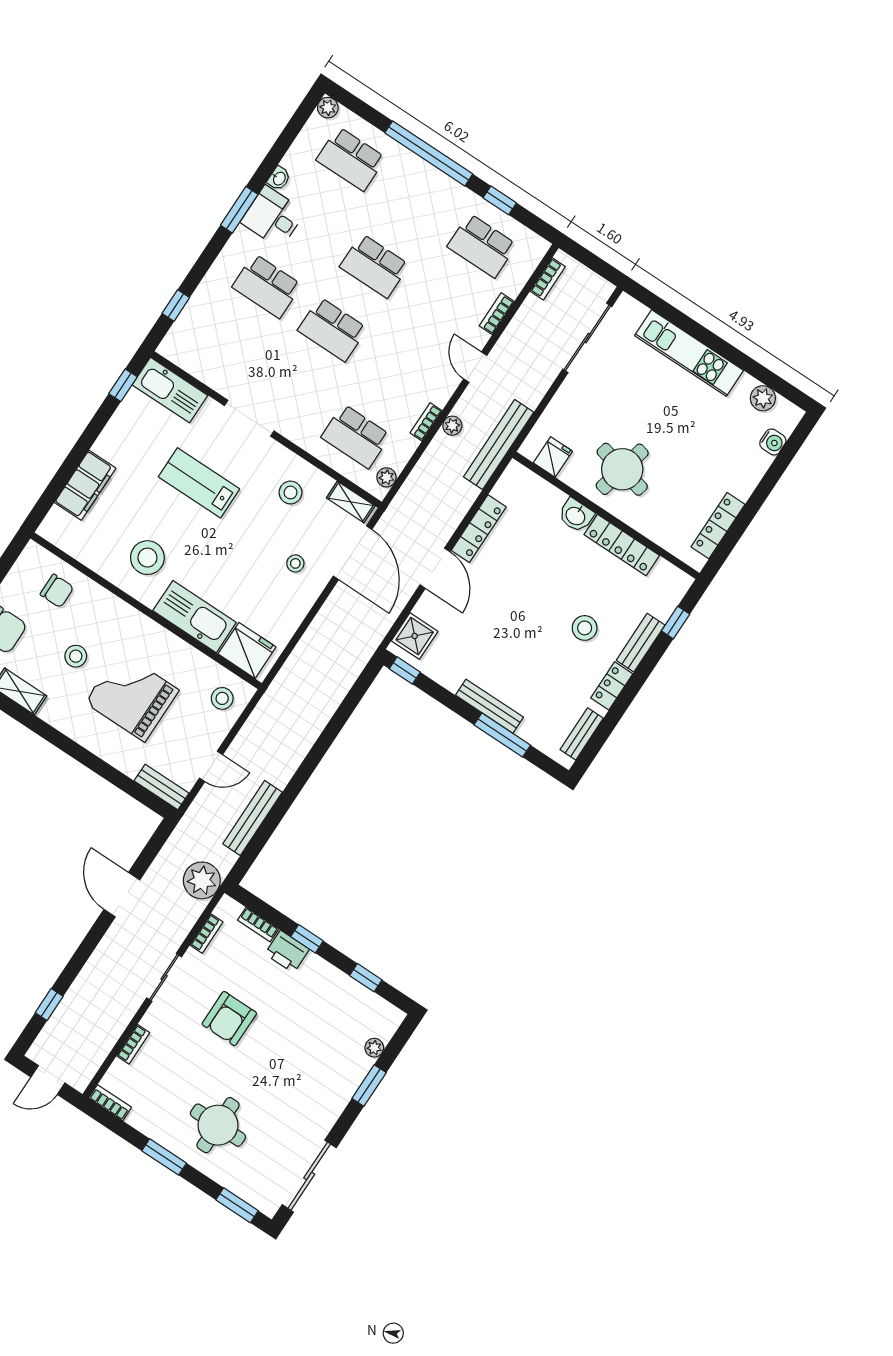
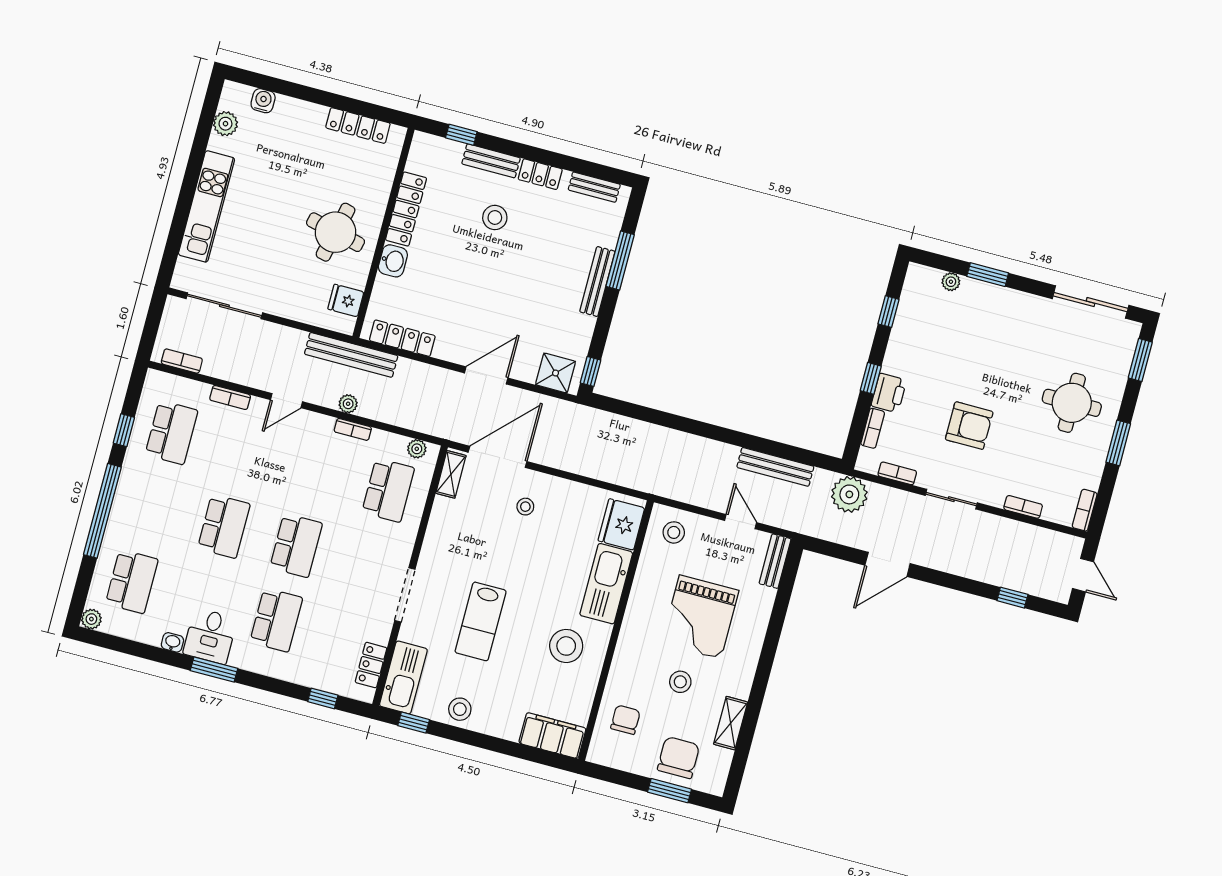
locker: (192, 363) -> (371, 665), added
filing cabinet: (85, 485) -> (552, 736), moved
stool: (290, 493) -> (460, 709), moved
locker: (479, 529) -> (402, 338), moved

